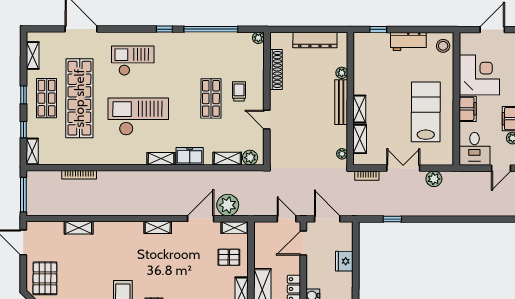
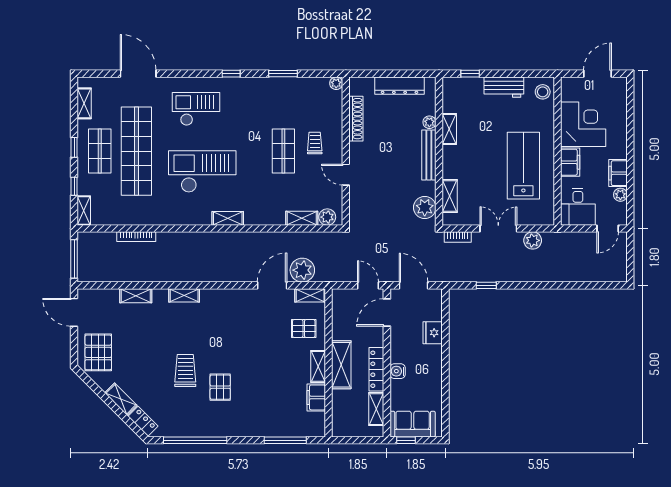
window: (211, 29) -> (283, 74), width x0.47
shelving: (359, 109) -> (449, 129), moved
plant: (342, 154) -> (425, 207), width x1.87, depth x1.87
freezer: (190, 156) -> (260, 216), removed
shelving: (158, 228) -> (184, 295), moved

